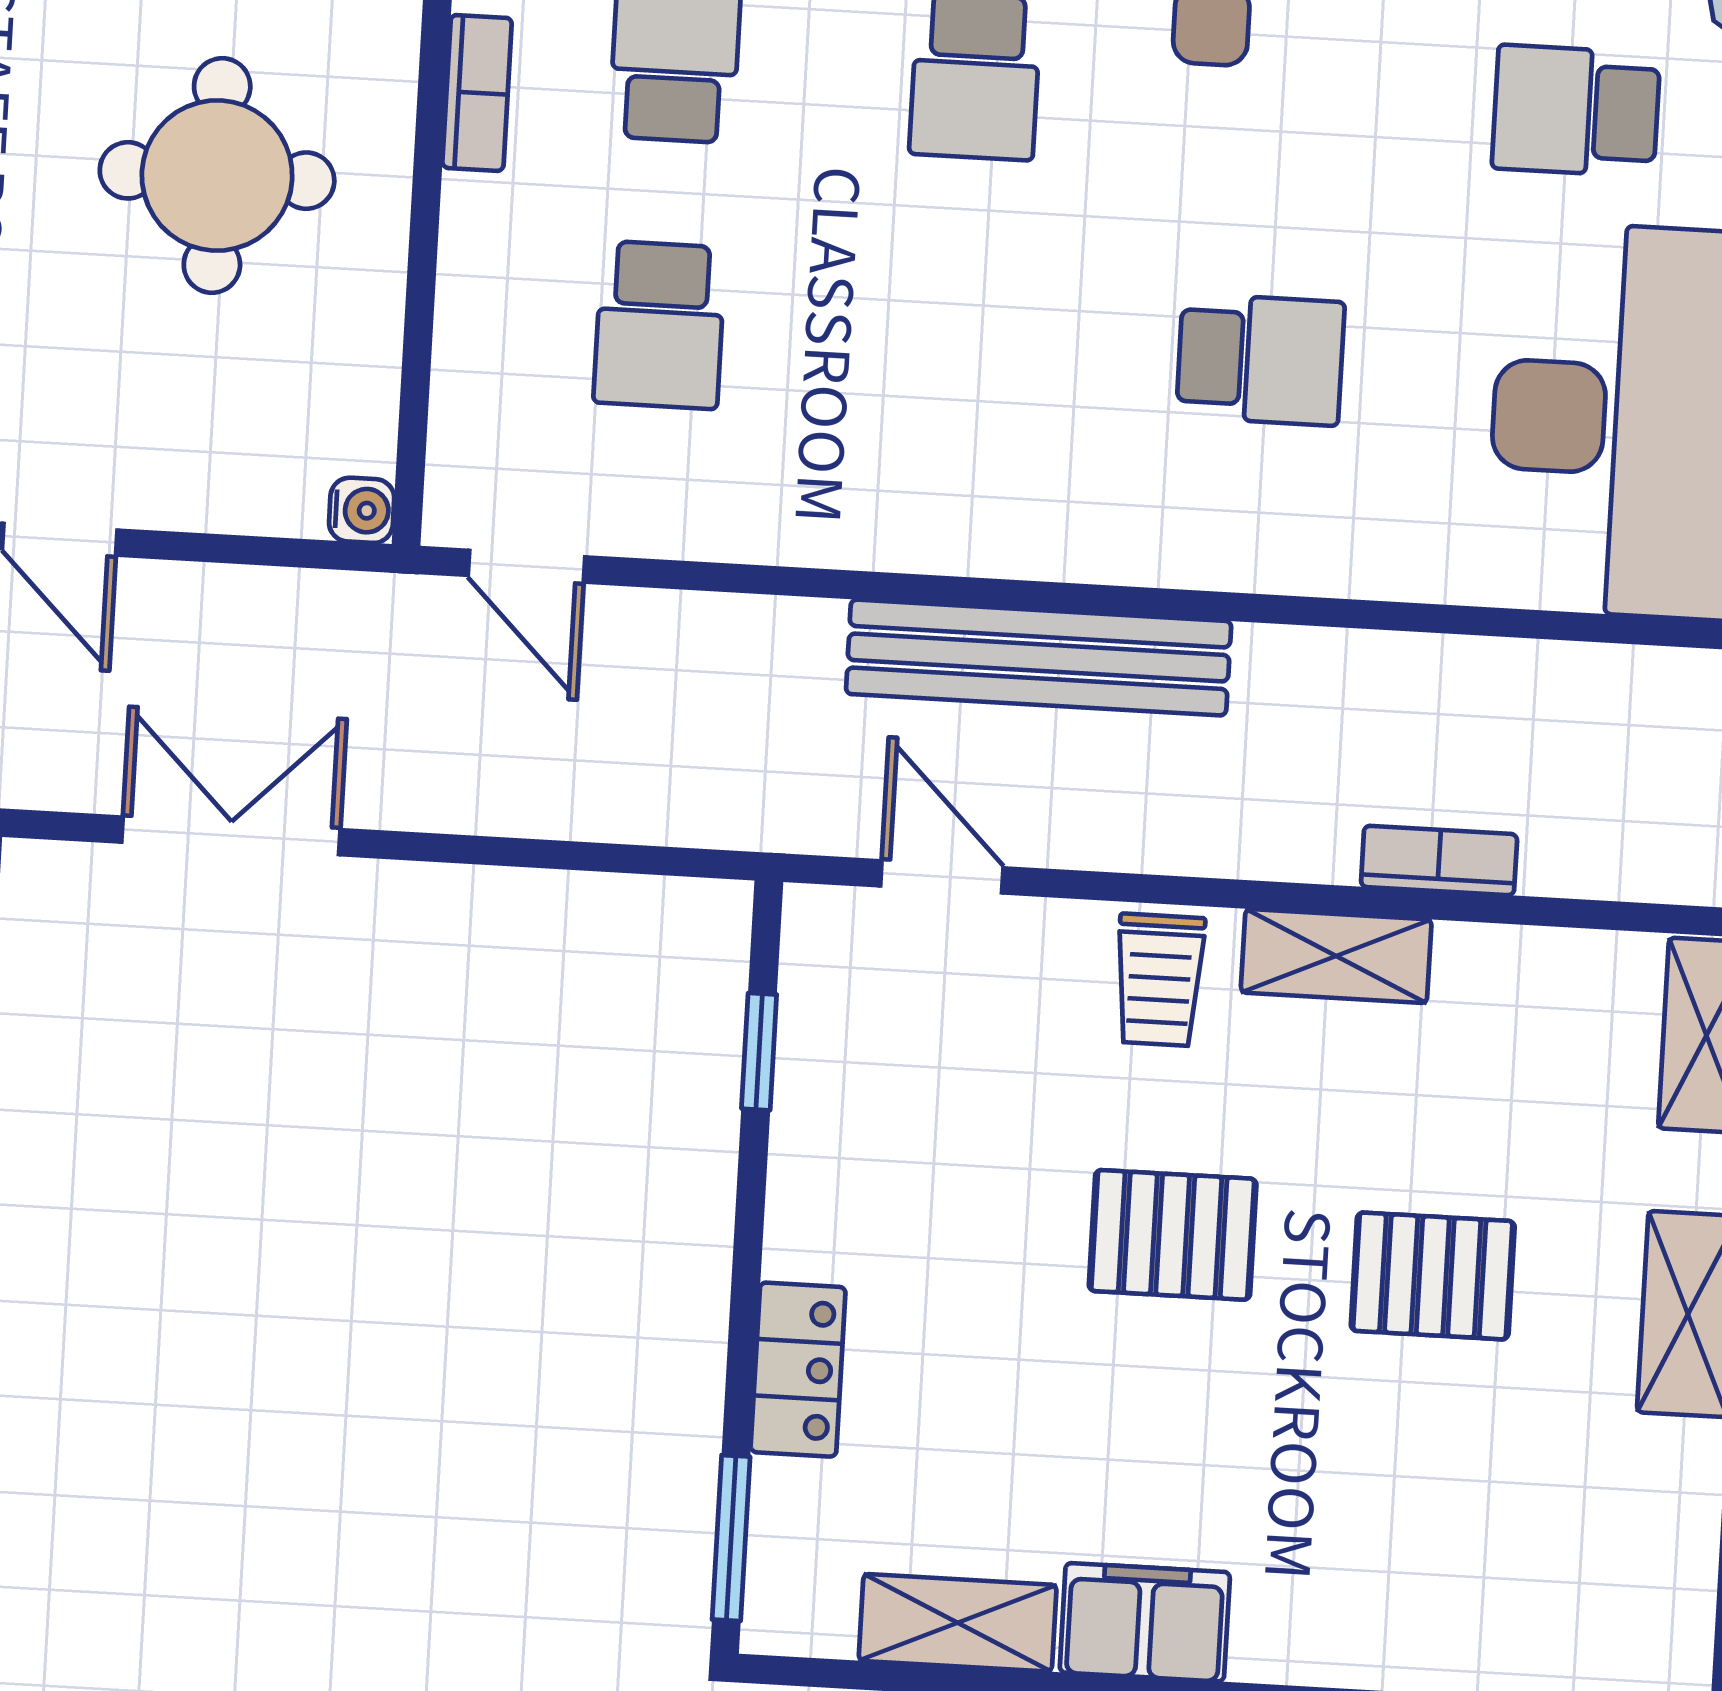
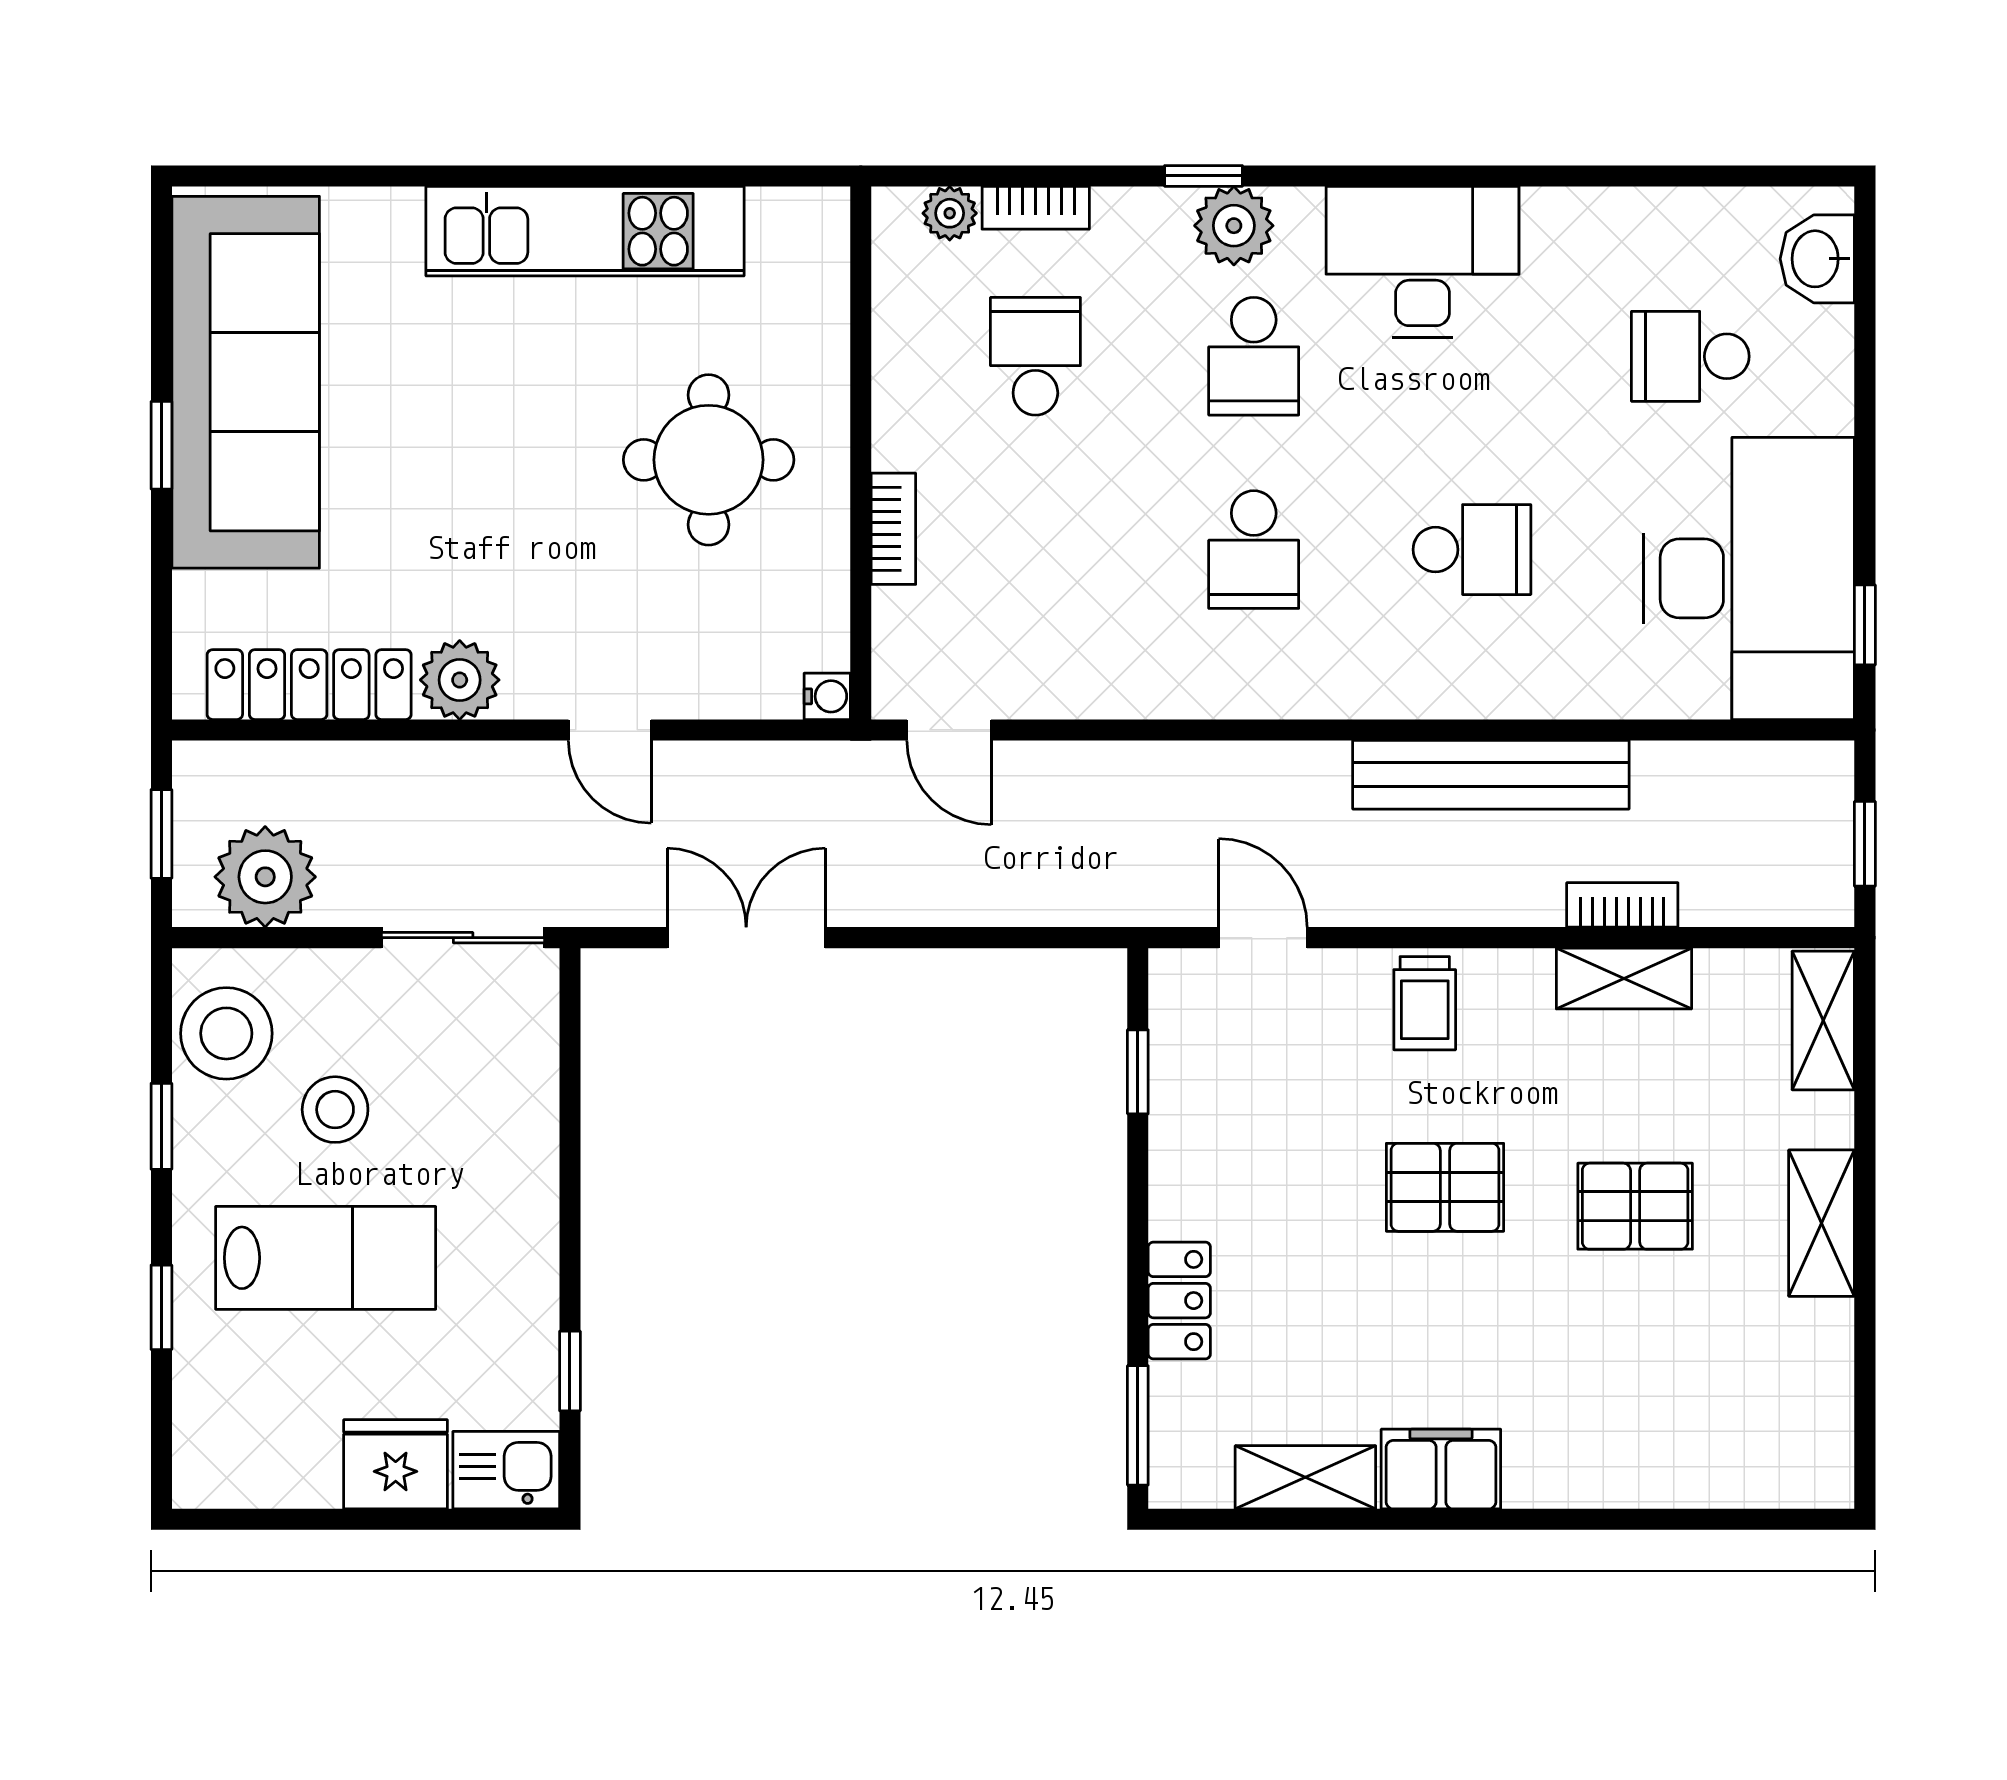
bookcase: (477, 93) -> (893, 529), moved
school desk: (660, 325) -> (1254, 550), moved
bench: (1039, 657) -> (1491, 775), moved
shelving: (1336, 956) -> (1624, 978), moved

